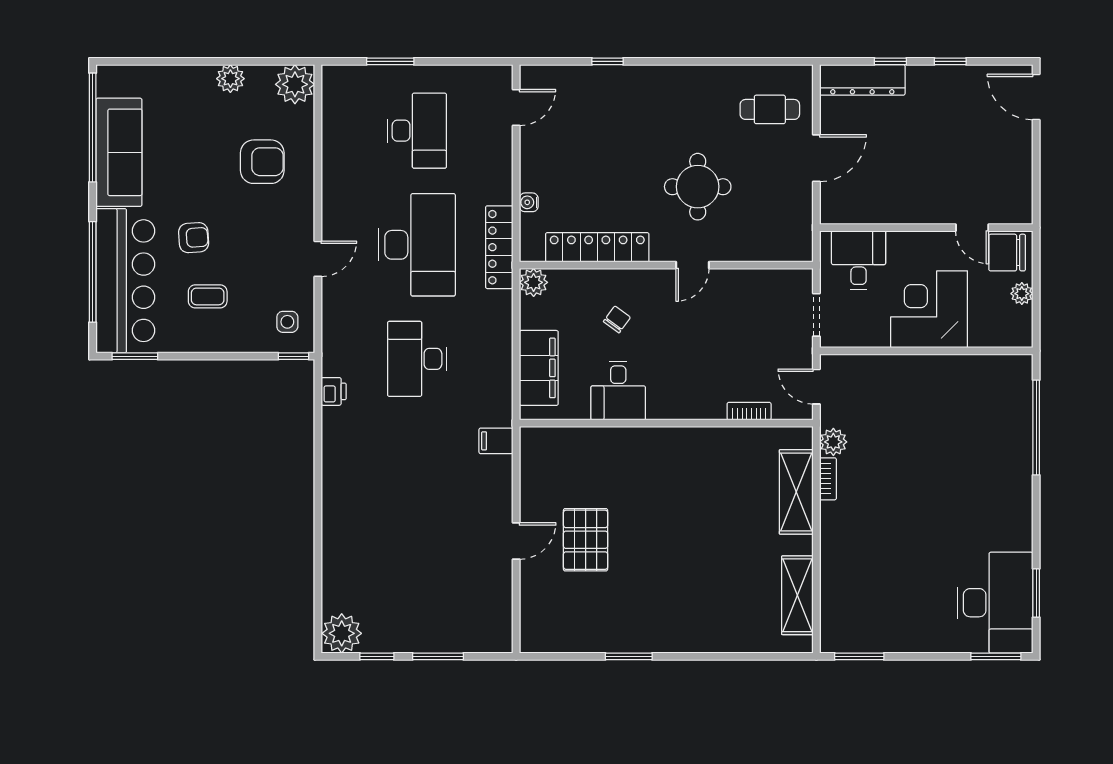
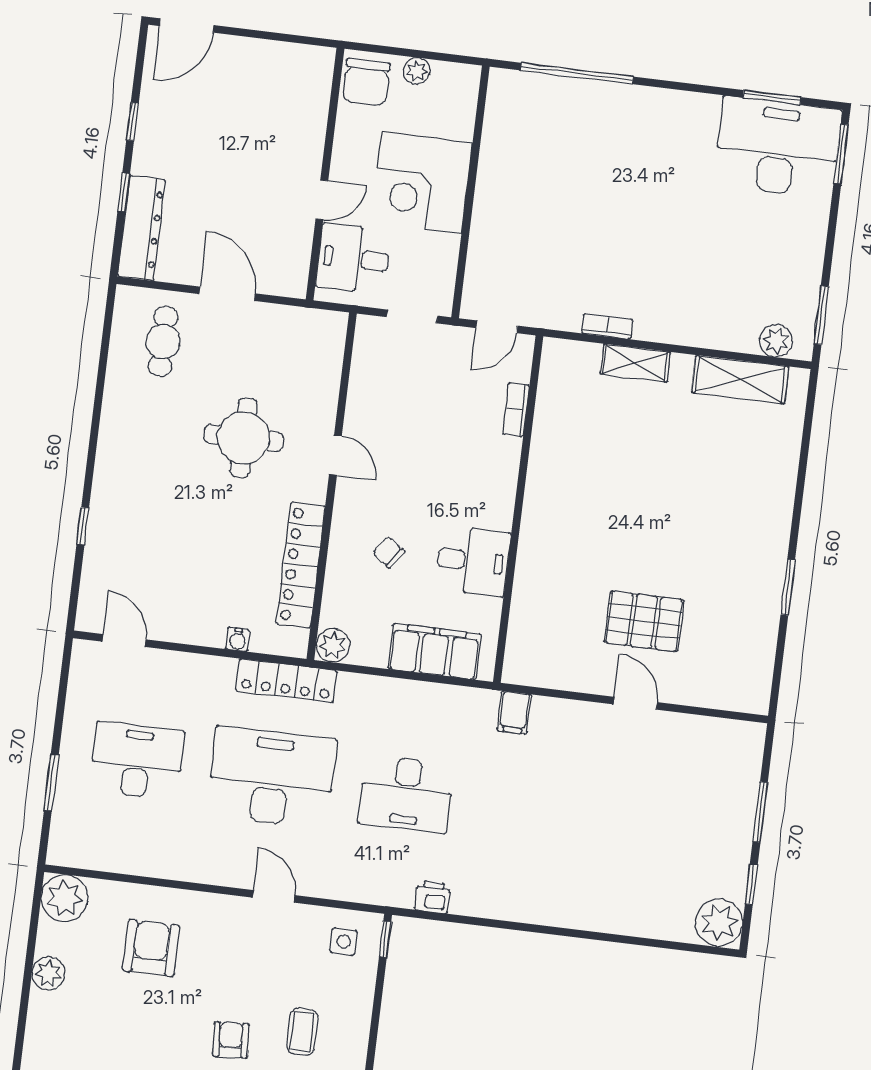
door: (972, 228) -> (322, 200), moved
plant: (833, 442) -> (776, 341), moved
shelving: (796, 492) -> (635, 363), width x0.67, depth x0.75

